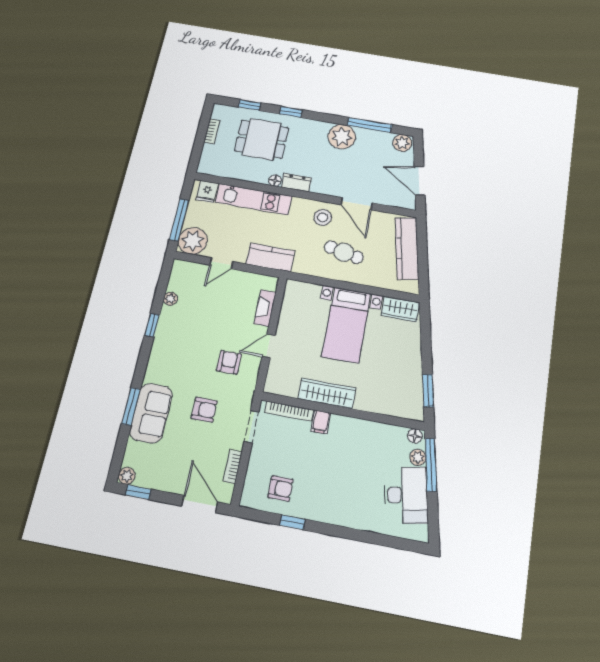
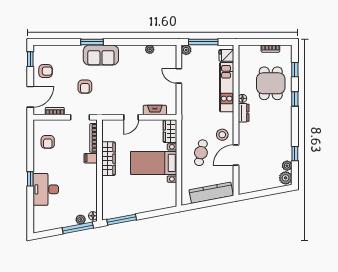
window: (369, 125) -> (295, 154), width x0.46
plant: (342, 137) -> (287, 166), moved, width x0.53, depth x0.53
door: (420, 181) -> (260, 194), removed
plant: (193, 241) -> (186, 50), width x0.53, depth x0.53
kitchen counter: (270, 257) -> (189, 106), removed
wardrobe: (400, 309) -> (170, 131), moved
window: (152, 325) -> (131, 42), removed
door: (269, 346) -> (131, 117), swing flipped
armchair: (229, 362) -> (46, 71), moved
window: (428, 391) -> (122, 220), width x1.44
window: (131, 407) -> (92, 42), moved
sofa: (151, 413) -> (101, 55), moved
plant: (127, 476) -> (38, 50), removed
desk: (406, 495) -> (46, 189), moved, turned 101
window: (292, 522) -> (30, 179), moved

